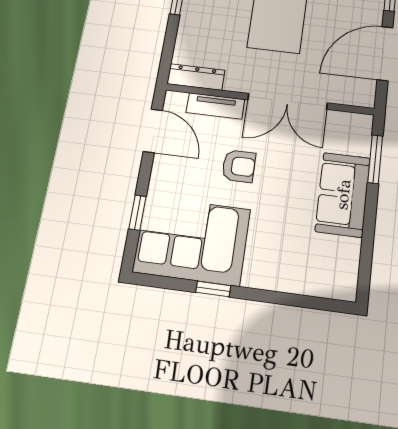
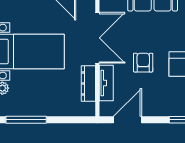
dresser: (196, 77) -> (88, 83), moved

